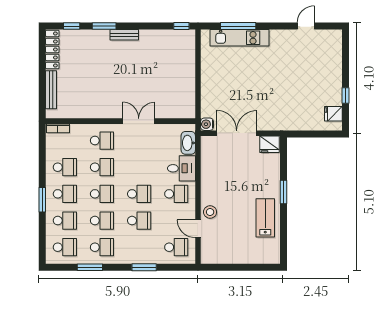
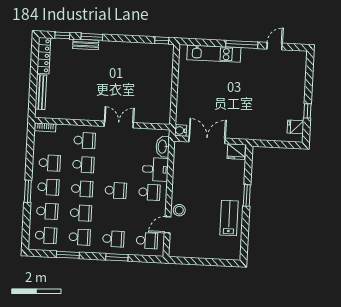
window: (238, 26) -> (242, 44), moved
bench: (124, 35) -> (86, 44), moved
school desk: (139, 221) -> (113, 239), moved
door: (198, 229) -> (168, 225), hinge flipped

